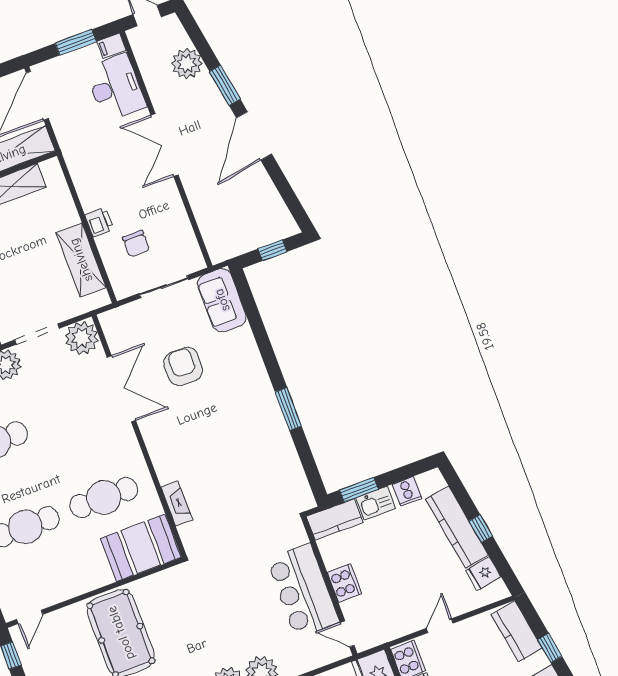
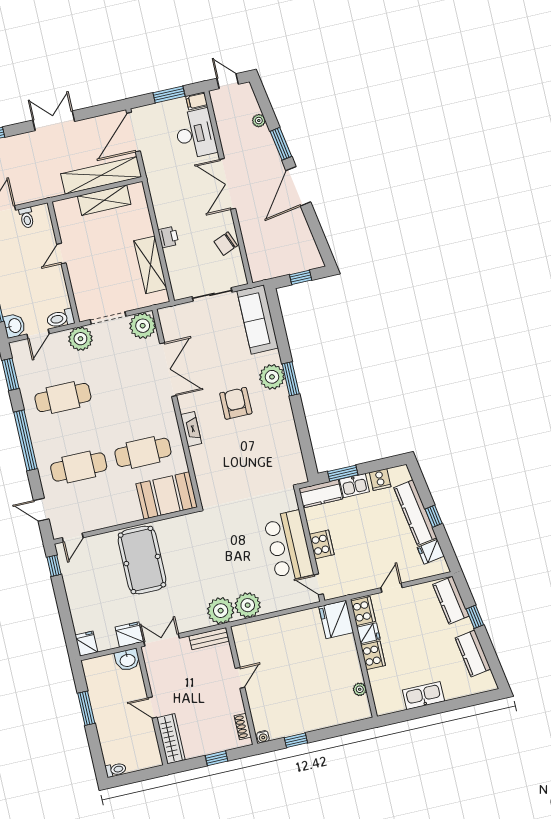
plant: (187, 63) -> (259, 121), width x0.53, depth x0.53
chair: (136, 244) -> (226, 244), moved, turned 68
sofa: (222, 300) -> (258, 319), width x1.36
armchair: (183, 366) -> (236, 403), moved
plant: (253, 380) -> (272, 377), added
window: (288, 409) -> (291, 379), moved
fireplace: (177, 503) -> (191, 429), moved

